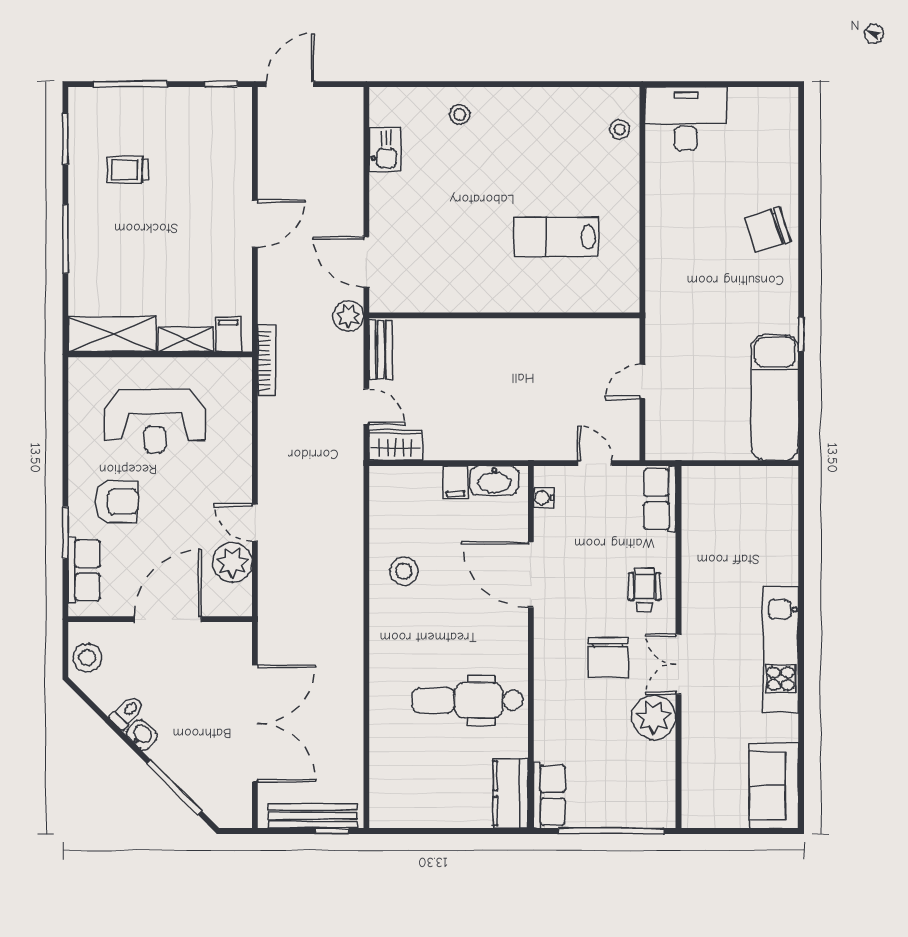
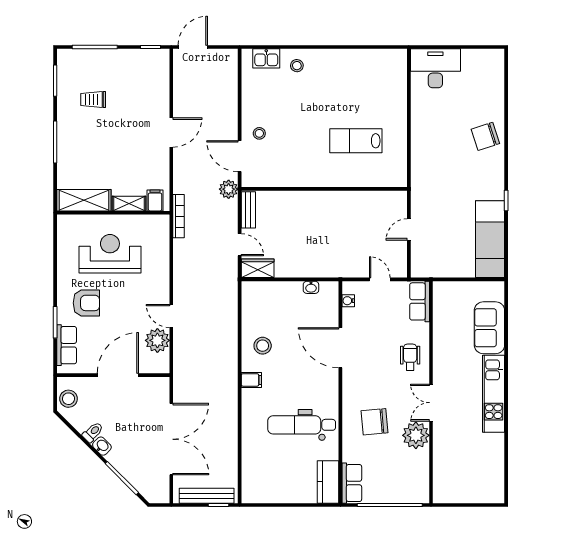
stool: (620, 129) -> (259, 133), moved
kitchen sink: (385, 149) -> (266, 58), moved, turned 90
reception desk: (155, 421) -> (110, 254), turned 180
washbasin: (494, 481) -> (311, 287), width x0.52, depth x0.69
filing cabinet: (456, 482) -> (251, 380), moved, turned -90
chair: (608, 658) -> (375, 422), moved, turned 85
sofa: (774, 786) -> (489, 328), moved

